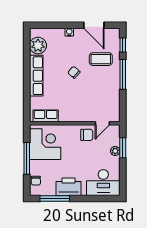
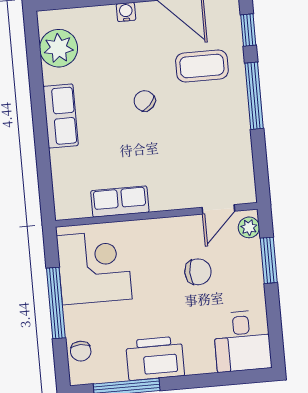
row of seats: (36, 76) -> (61, 116), width x0.68
row of seats: (46, 116) -> (120, 202), moved
chair: (87, 135) -> (198, 272), moved
plant: (115, 151) -> (249, 227), moved
desk: (103, 183) -> (242, 341), width x0.73

